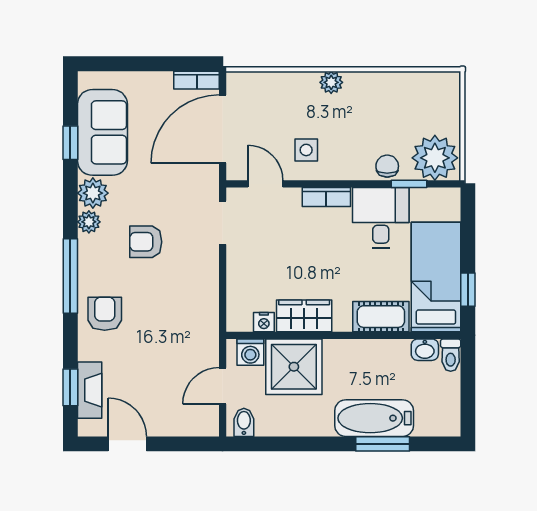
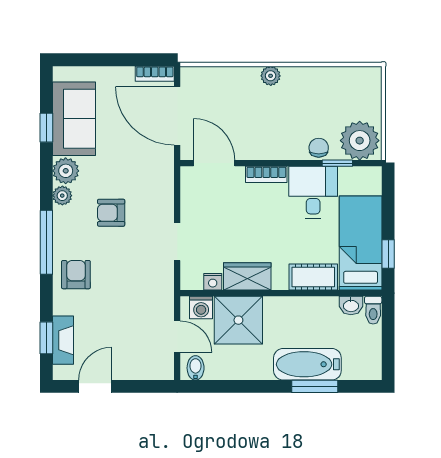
door: (223, 129) -> (177, 116), hinge flipped
side table: (306, 150) -> (249, 134), removed
door: (265, 184) -> (214, 163), width x1.38
doorway: (223, 223) -> (177, 242), moved
door: (223, 386) -> (177, 337), swing flipped
door: (127, 444) -> (95, 386), hinge flipped

